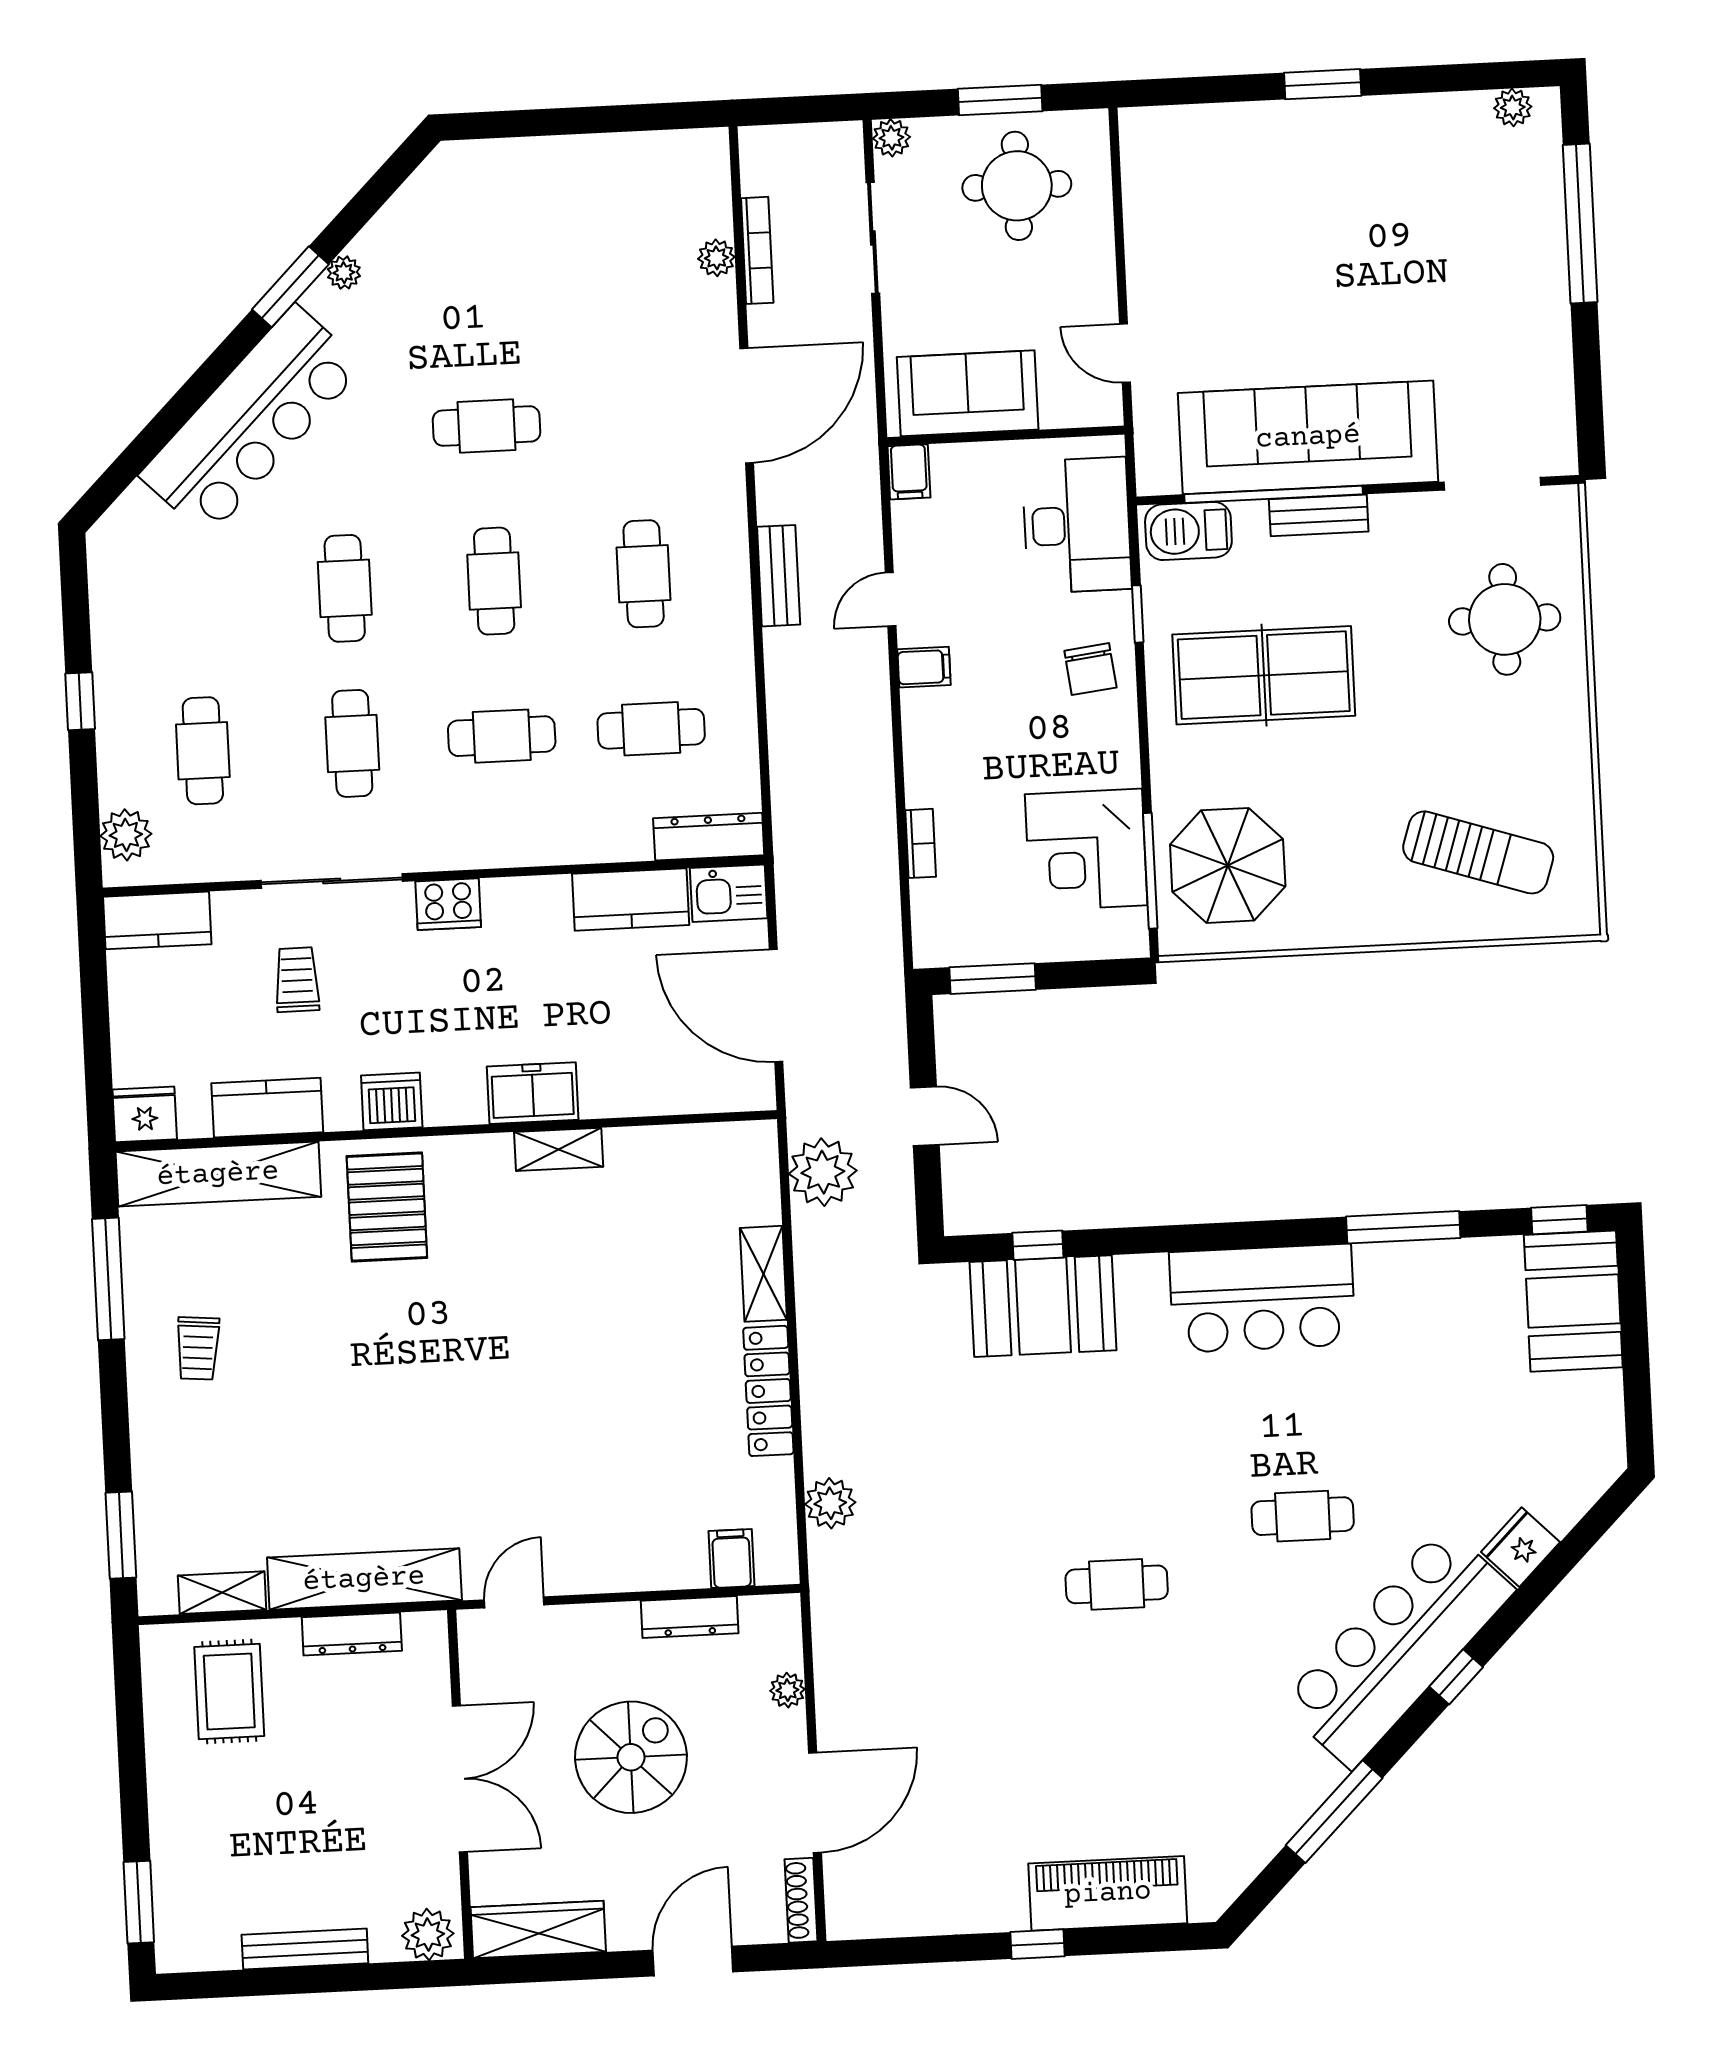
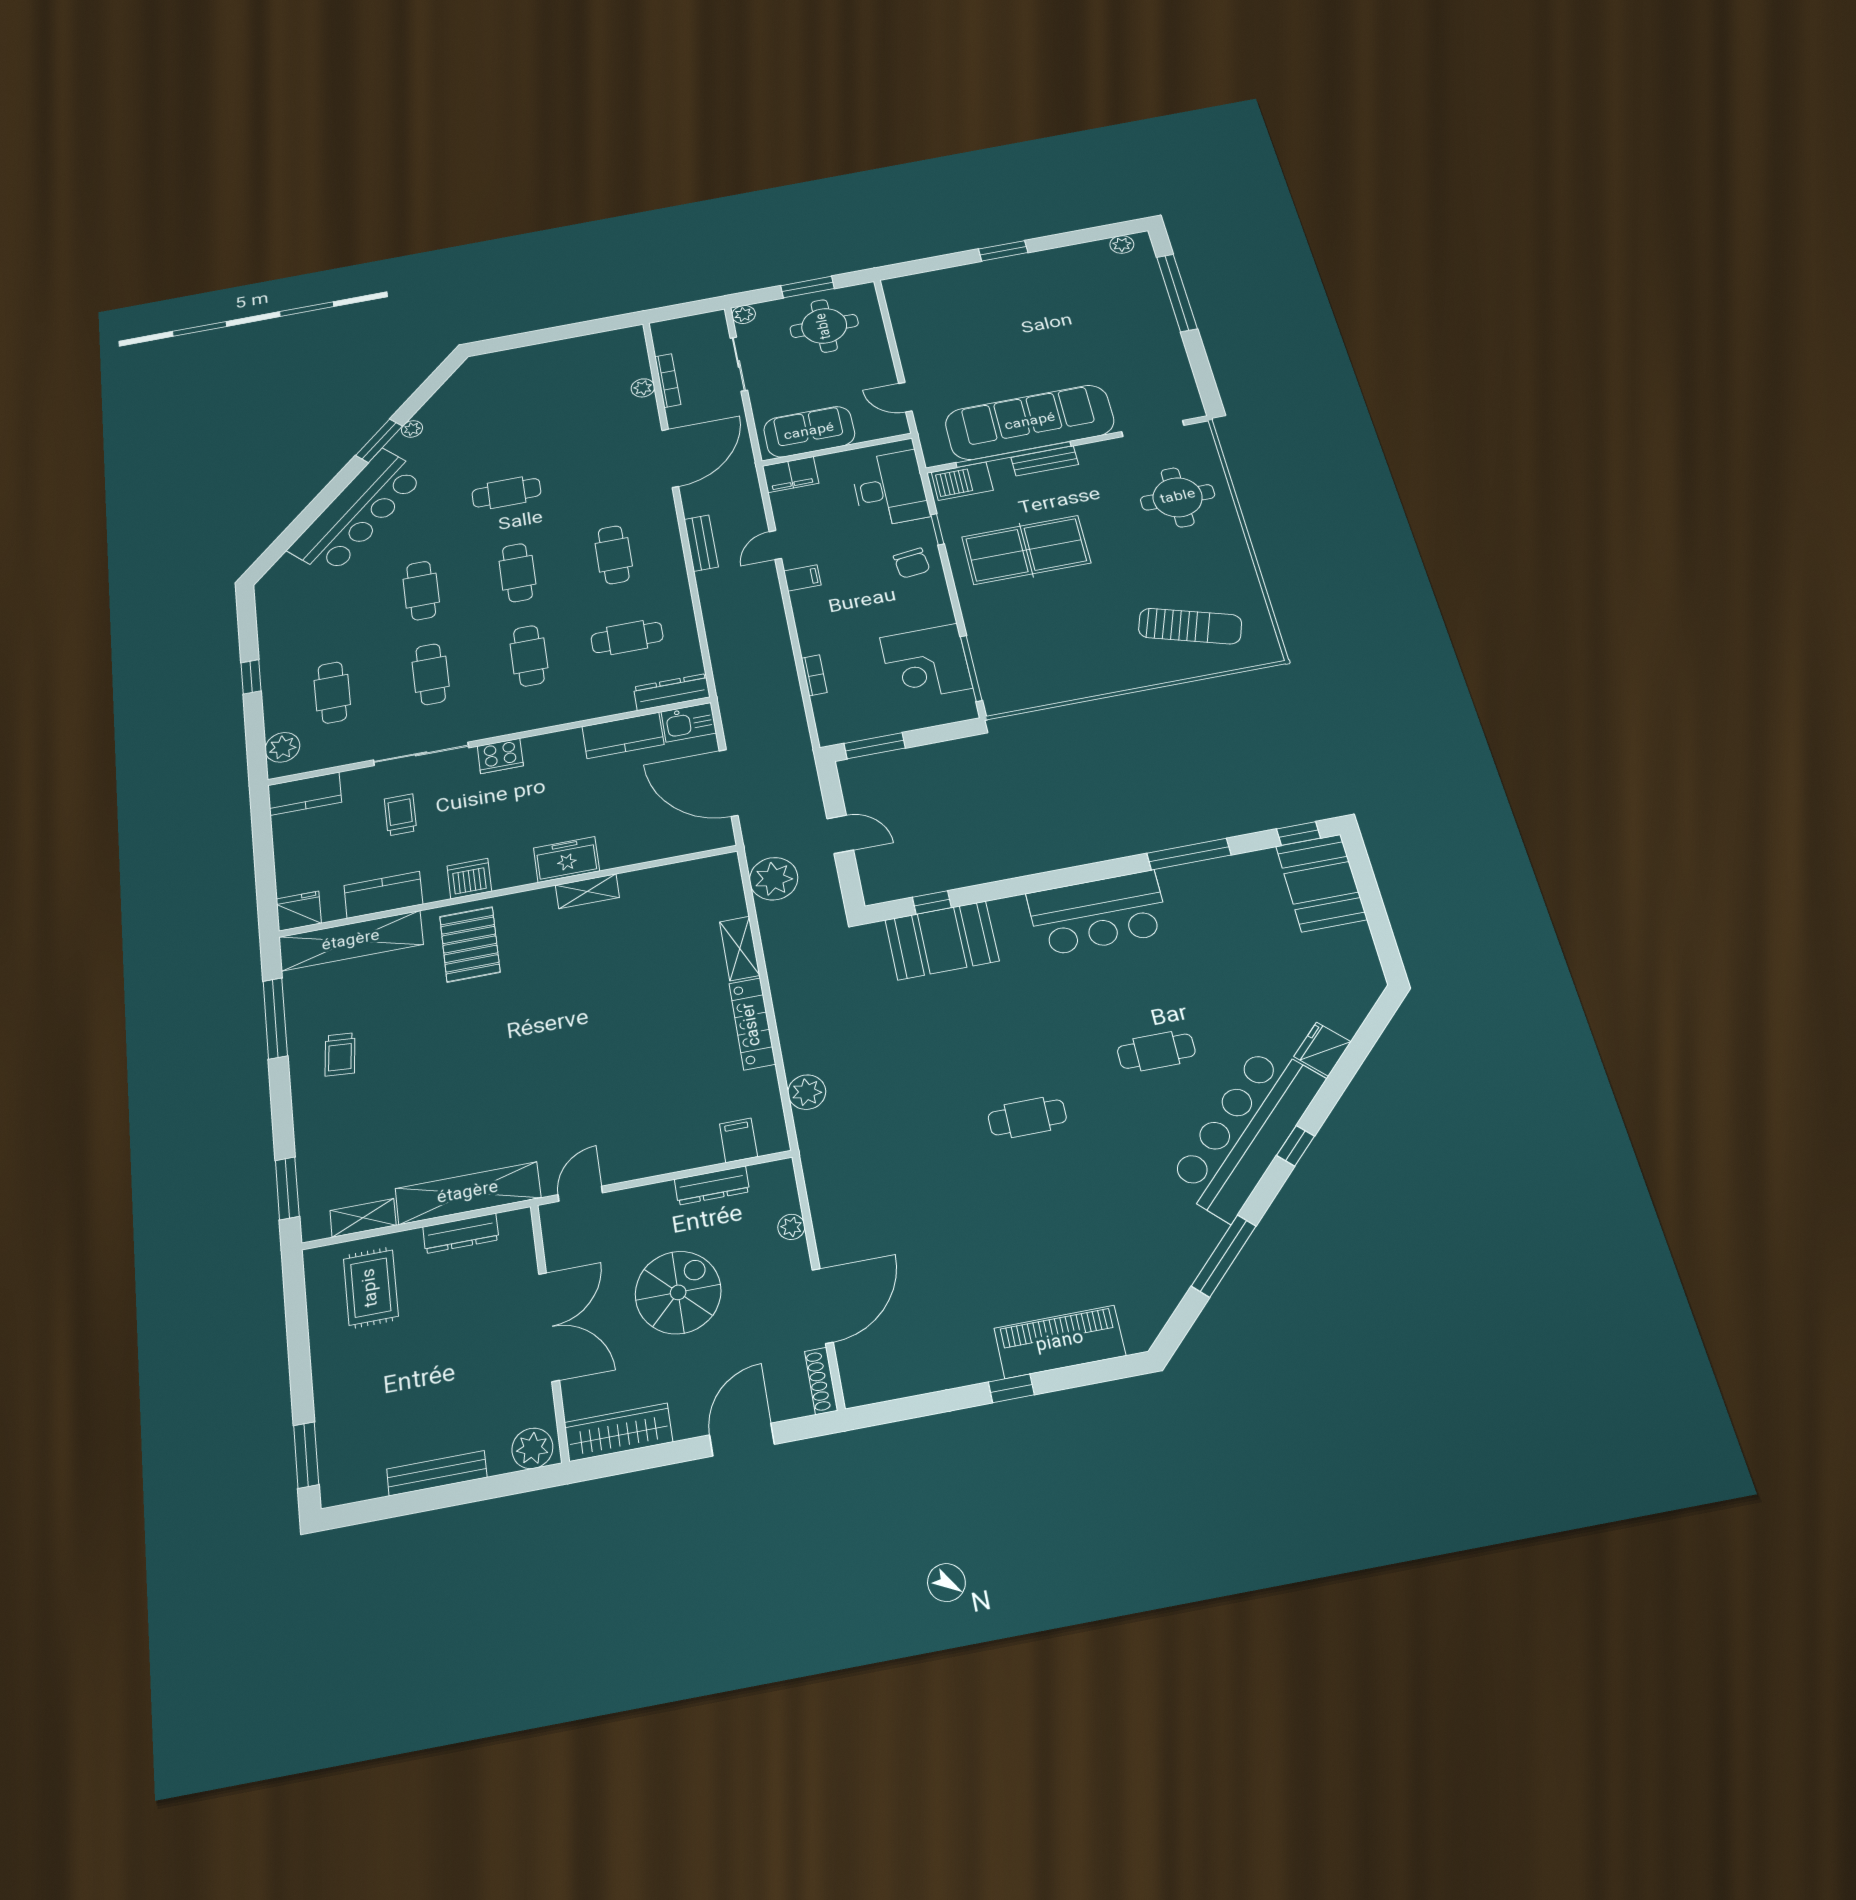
filing cabinet: (909, 472) -> (791, 475), width x2.00
cafe table: (502, 736) -> (529, 656), turned 90
parasol: (1228, 865) -> (1023, 658), removed

